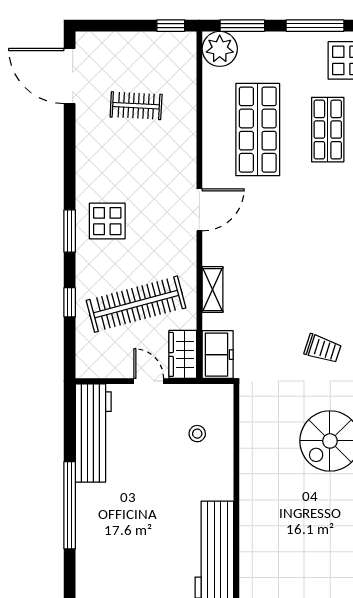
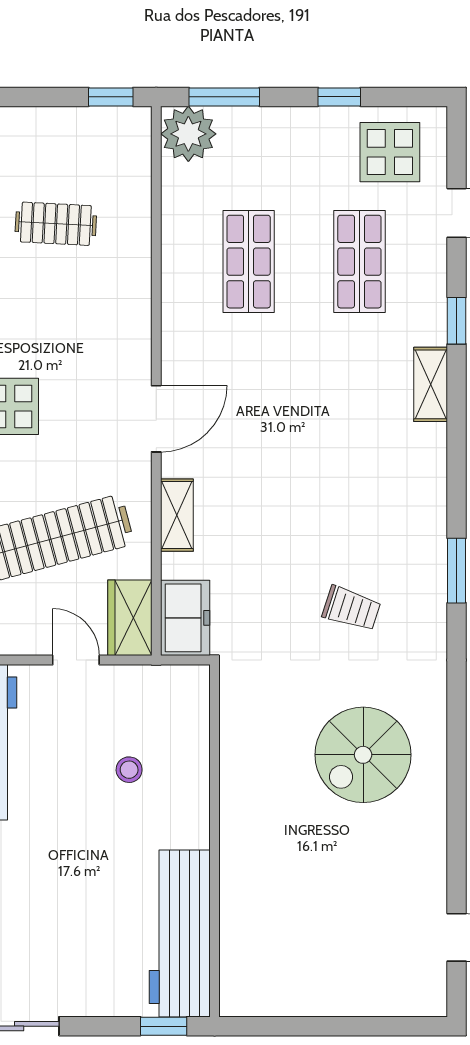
window: (315, 26) -> (339, 97), width x0.46
shop shelf: (258, 130) -> (249, 262), width x0.70, depth x0.74
door: (199, 210) -> (156, 419), moved
stool: (197, 434) -> (129, 770), moved

